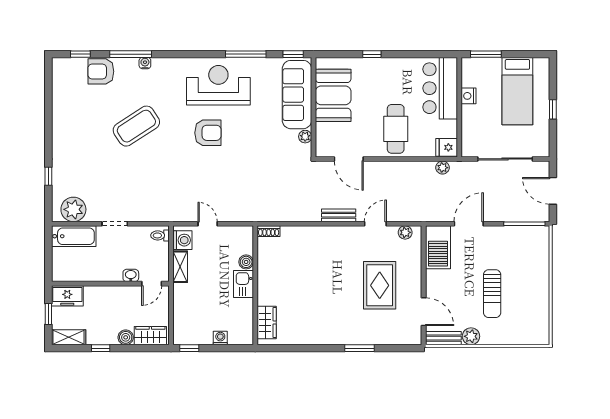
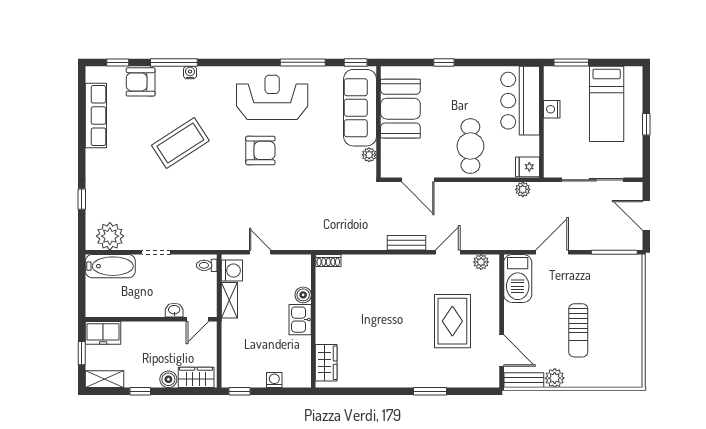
row of seats: (61, 102) -> (96, 116), added

